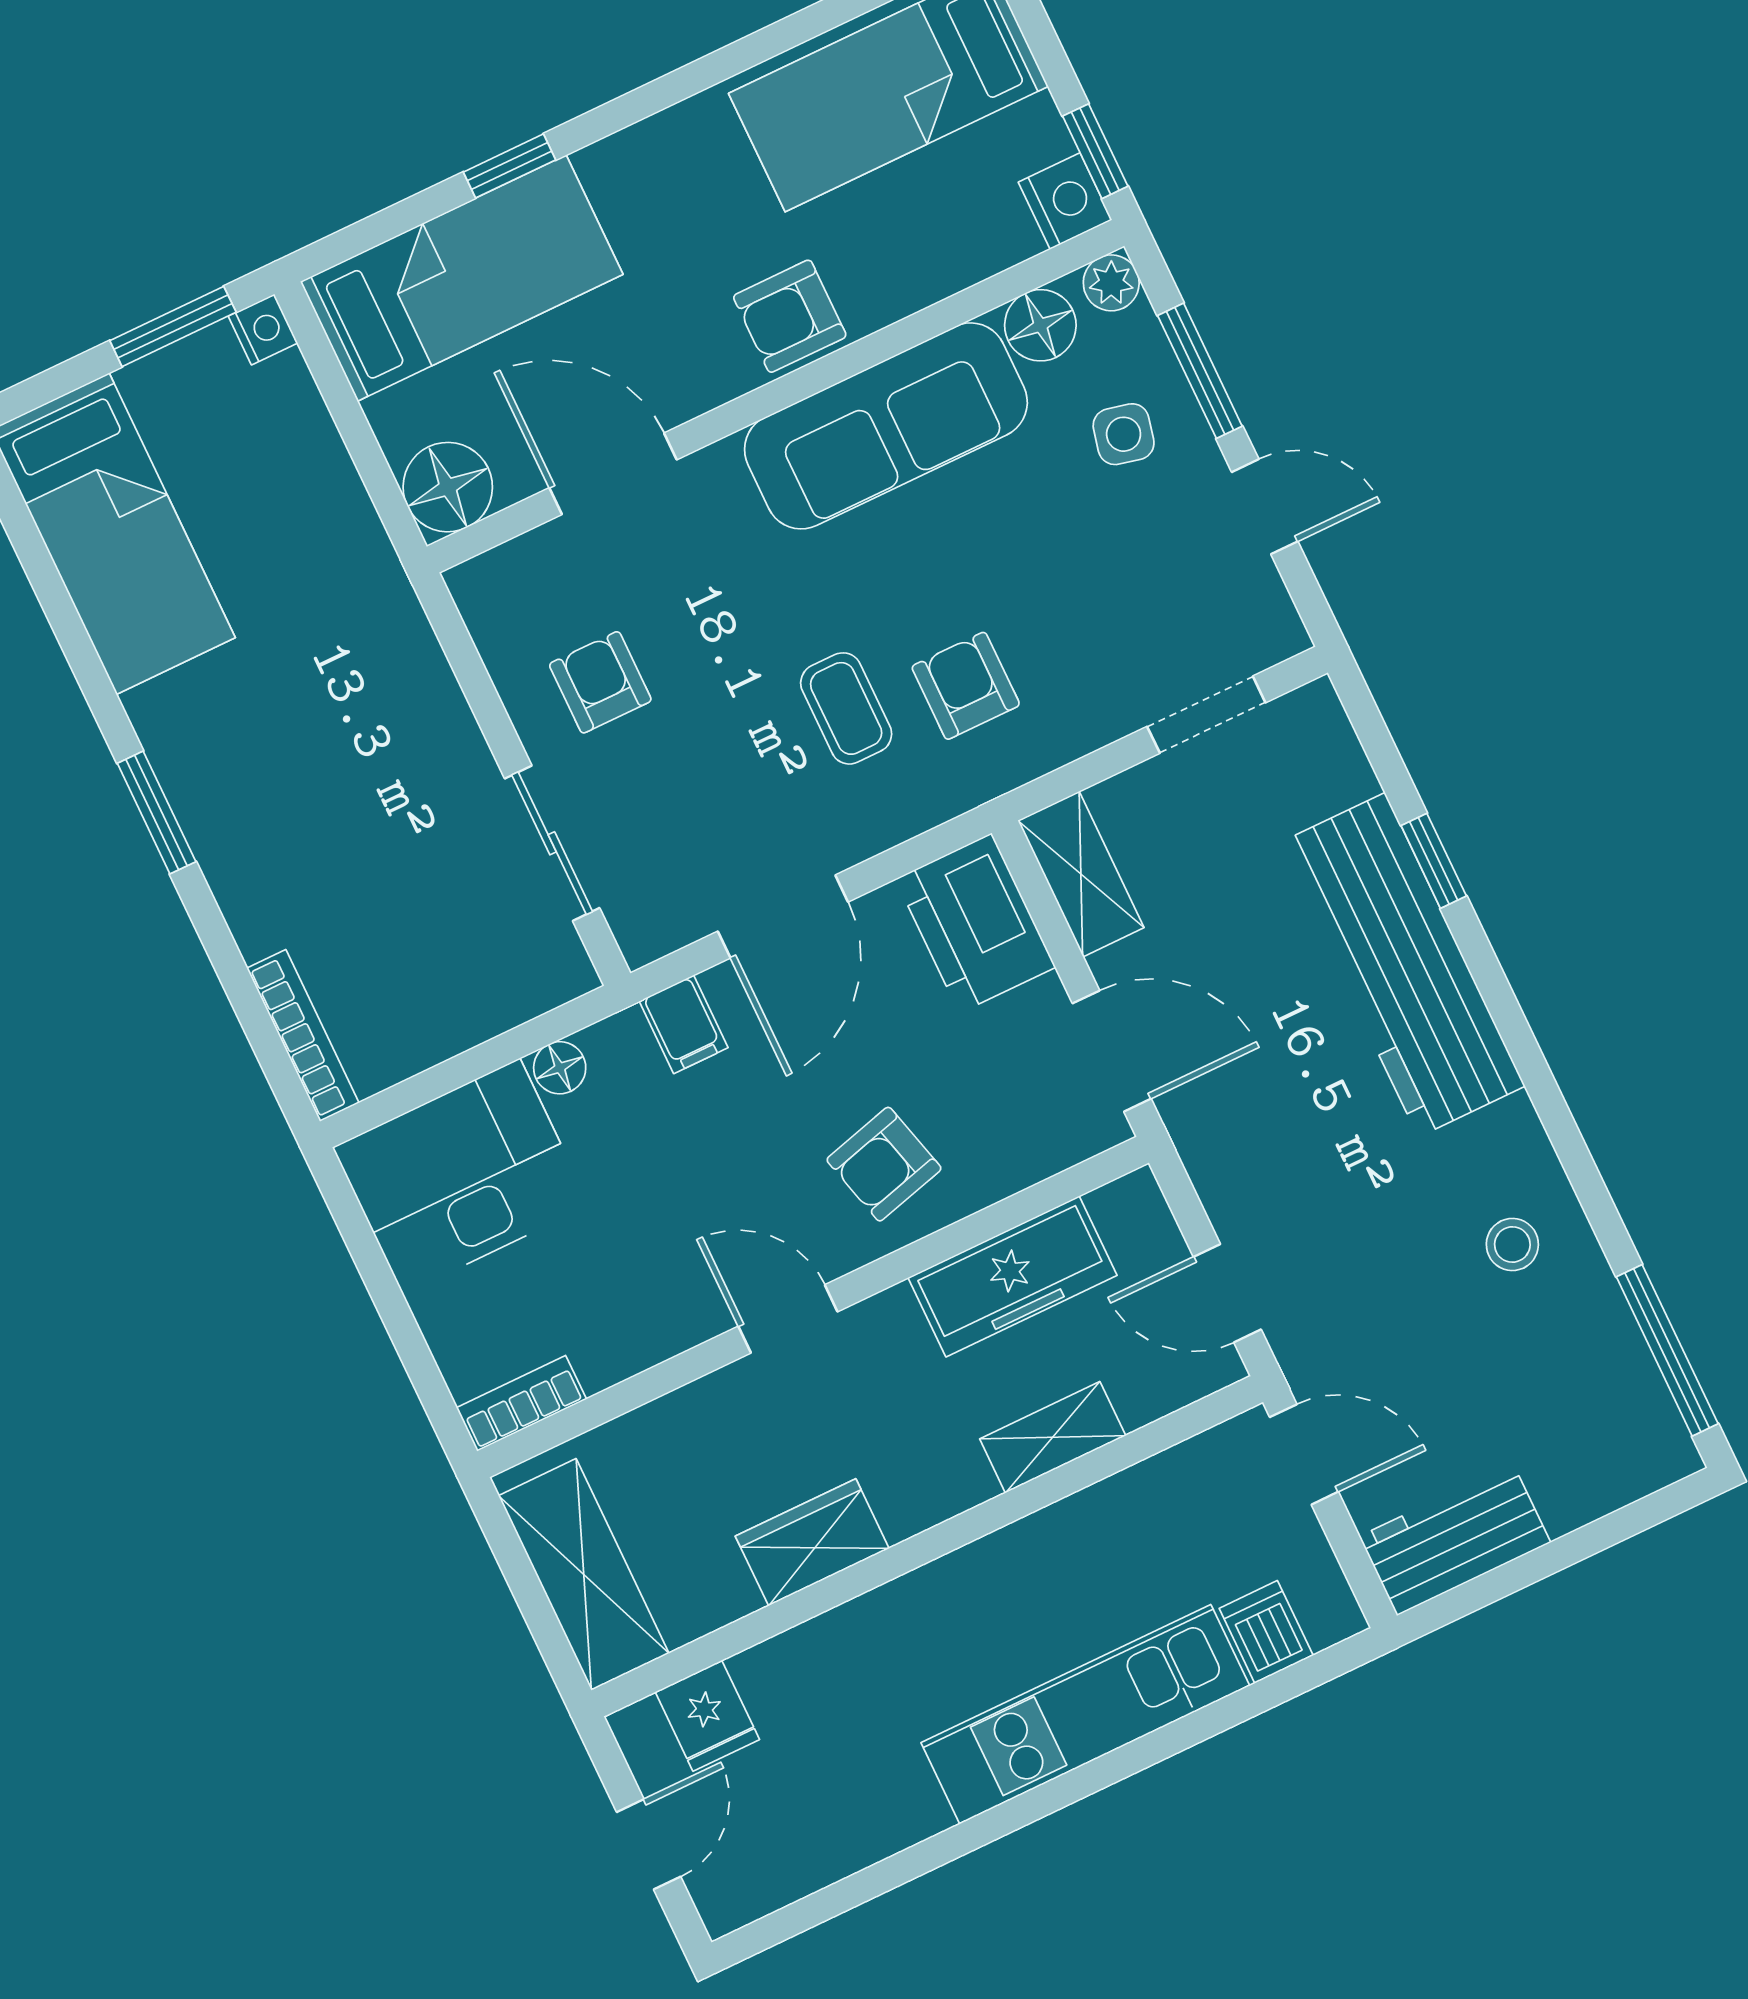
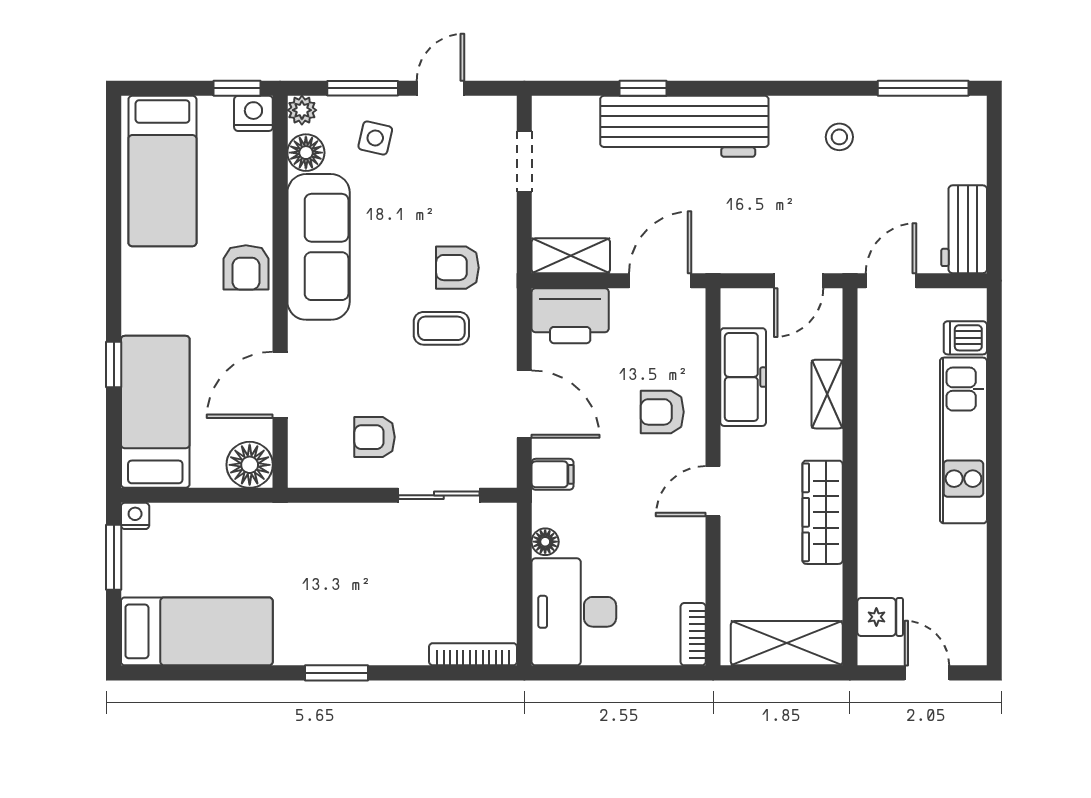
armchair: (884, 1164) -> (662, 412), turned 105
wardrobe: (812, 1542) -> (823, 512), width x1.50

